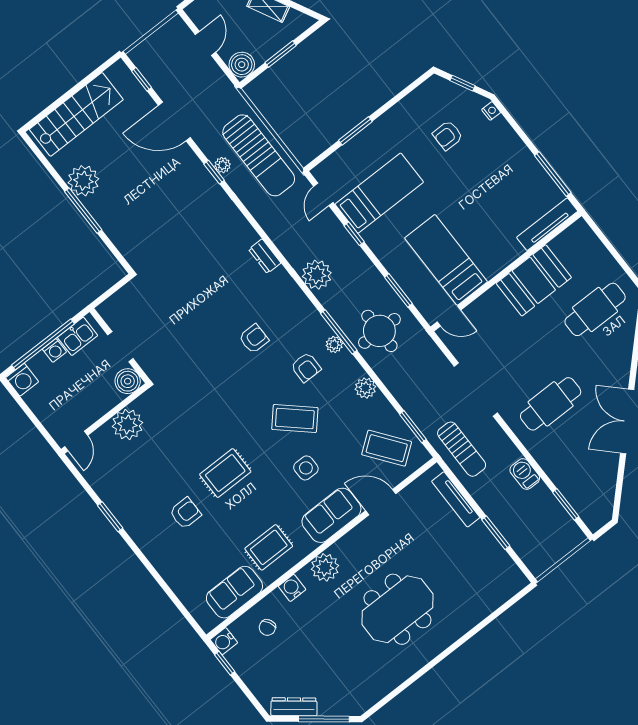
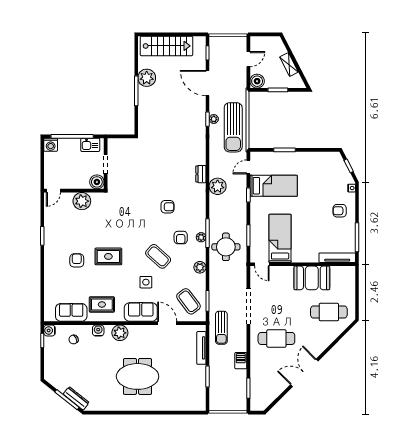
armchair: (448, 135) -> (340, 211), moved
plant: (317, 275) -> (218, 186), moved
washing machine: (54, 350) -> (75, 143), removed
armchair: (185, 513) -> (77, 260), turned -90
dresser: (294, 707) -> (76, 398), moved

